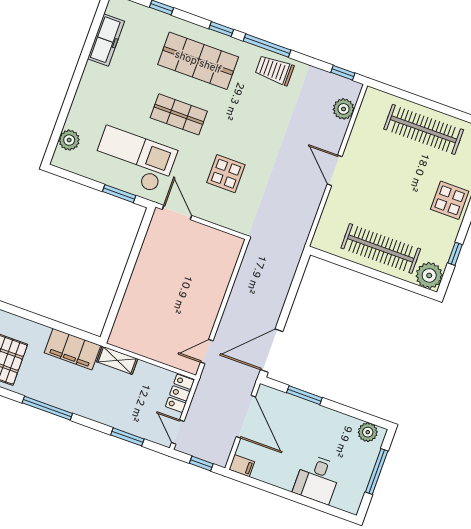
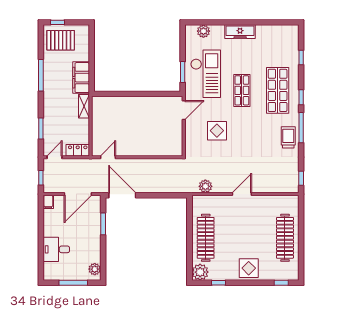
freezer: (106, 40) -> (240, 32), moved
plant: (344, 109) -> (205, 186), moved
door: (207, 352) -> (108, 157), hinge flipped

